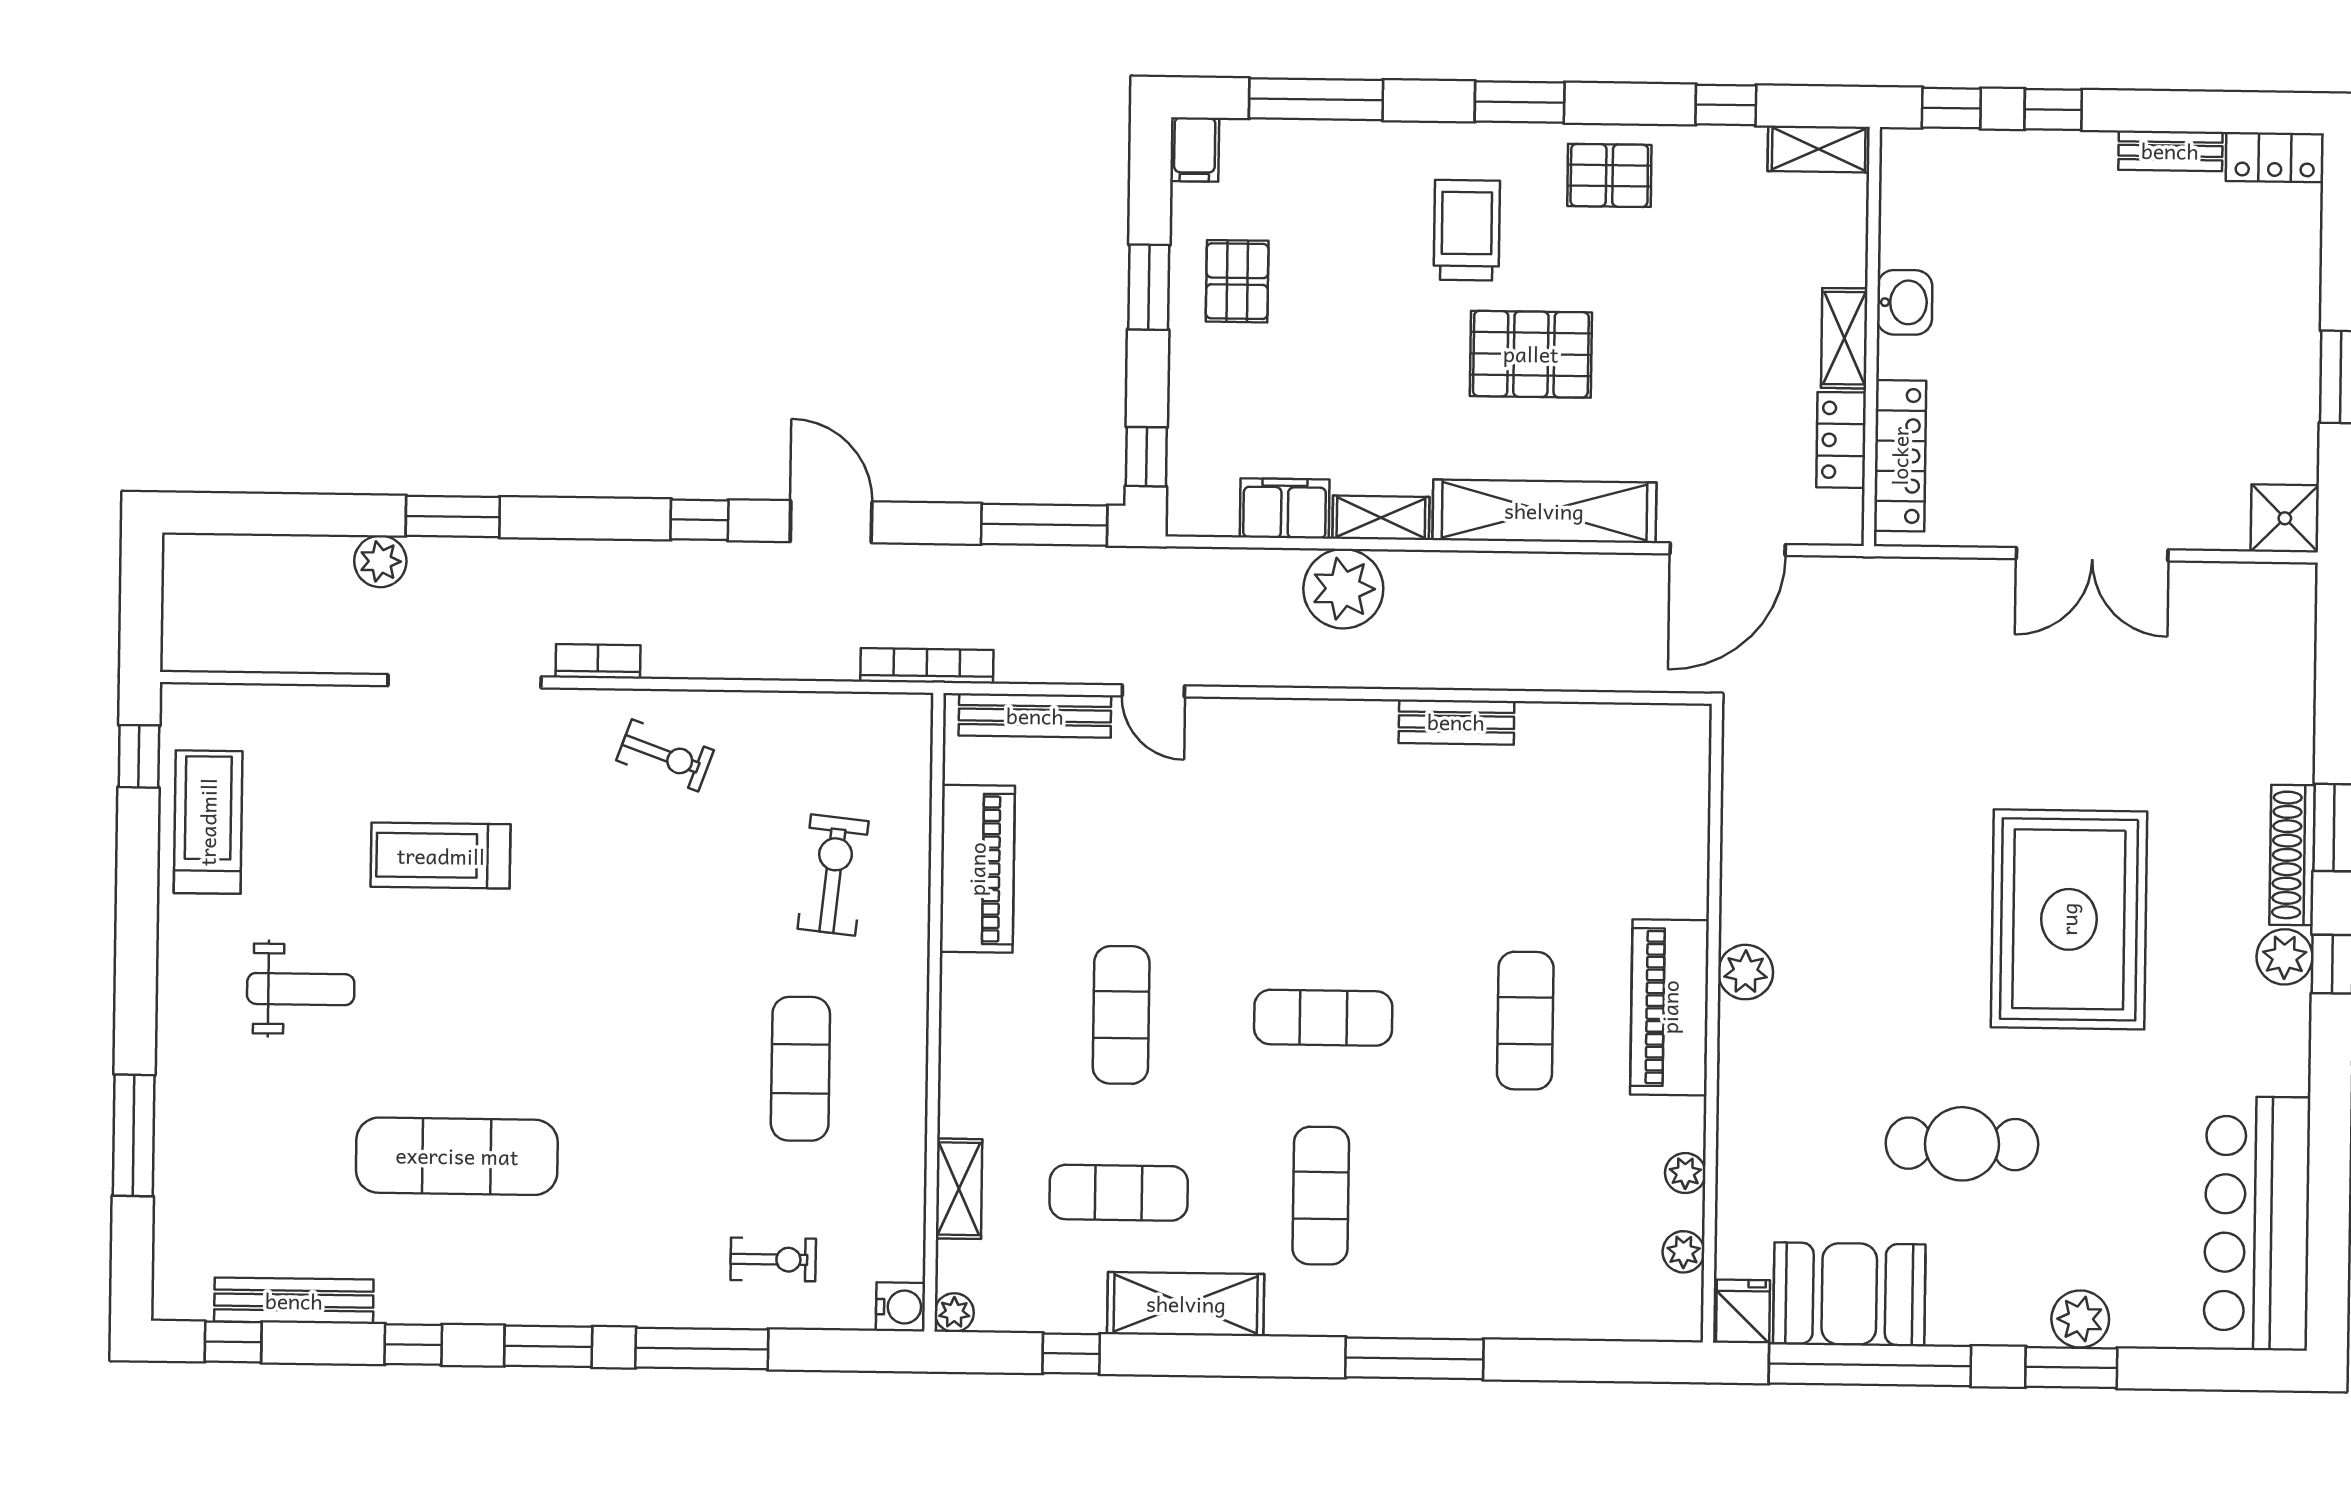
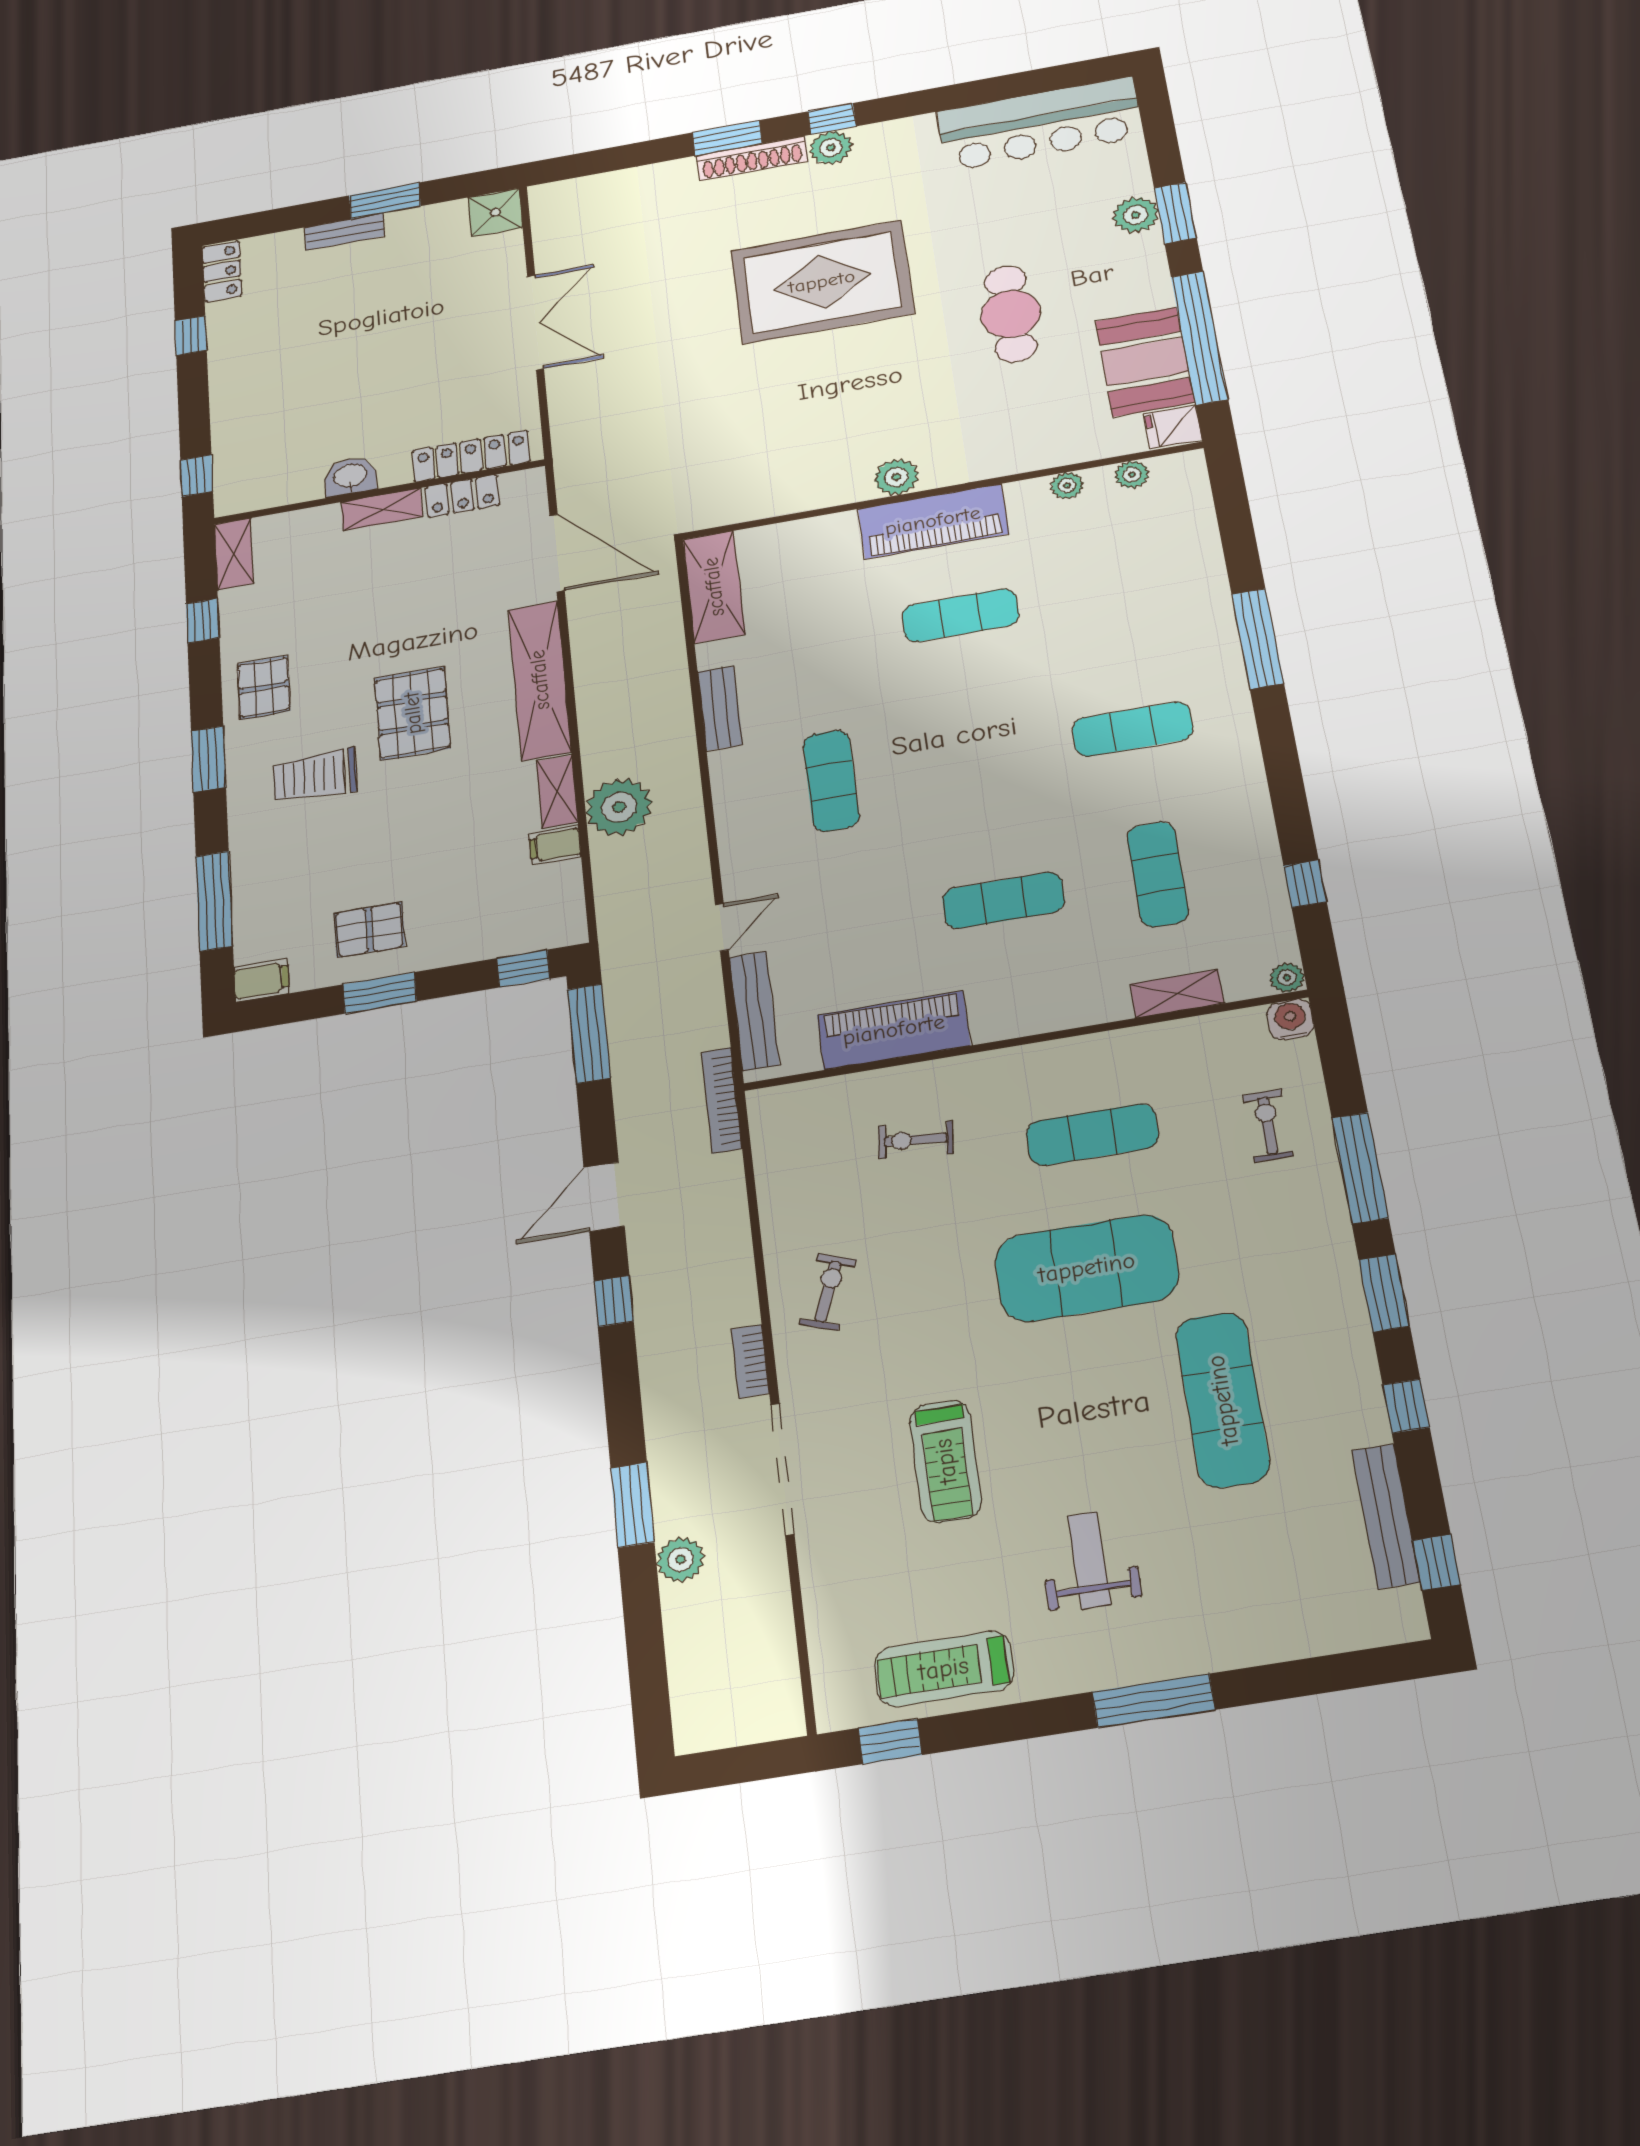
window: (2053, 109) -> (191, 336), moved
bench: (2170, 151) -> (344, 232), moved, turned 90
filing cabinet: (1285, 508) -> (555, 845), width x0.50
exercise bike: (833, 875) -> (916, 1140), width x0.73, depth x0.72
exercise mat: (1323, 1018) -> (831, 781), moved
exercise mat: (639, 1038) -> (1087, 1268), added
window: (134, 1135) -> (1153, 1701), moved
shelving: (1186, 1304) -> (714, 587), moved

